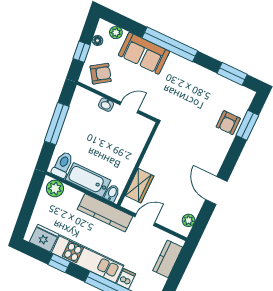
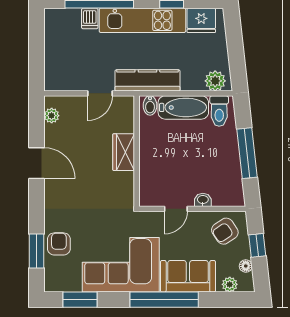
corner sofa: (190, 85) -> (121, 265), added
wardrobe: (139, 186) -> (124, 152), moved
kitchen counter: (168, 259) -> (54, 62), removed

